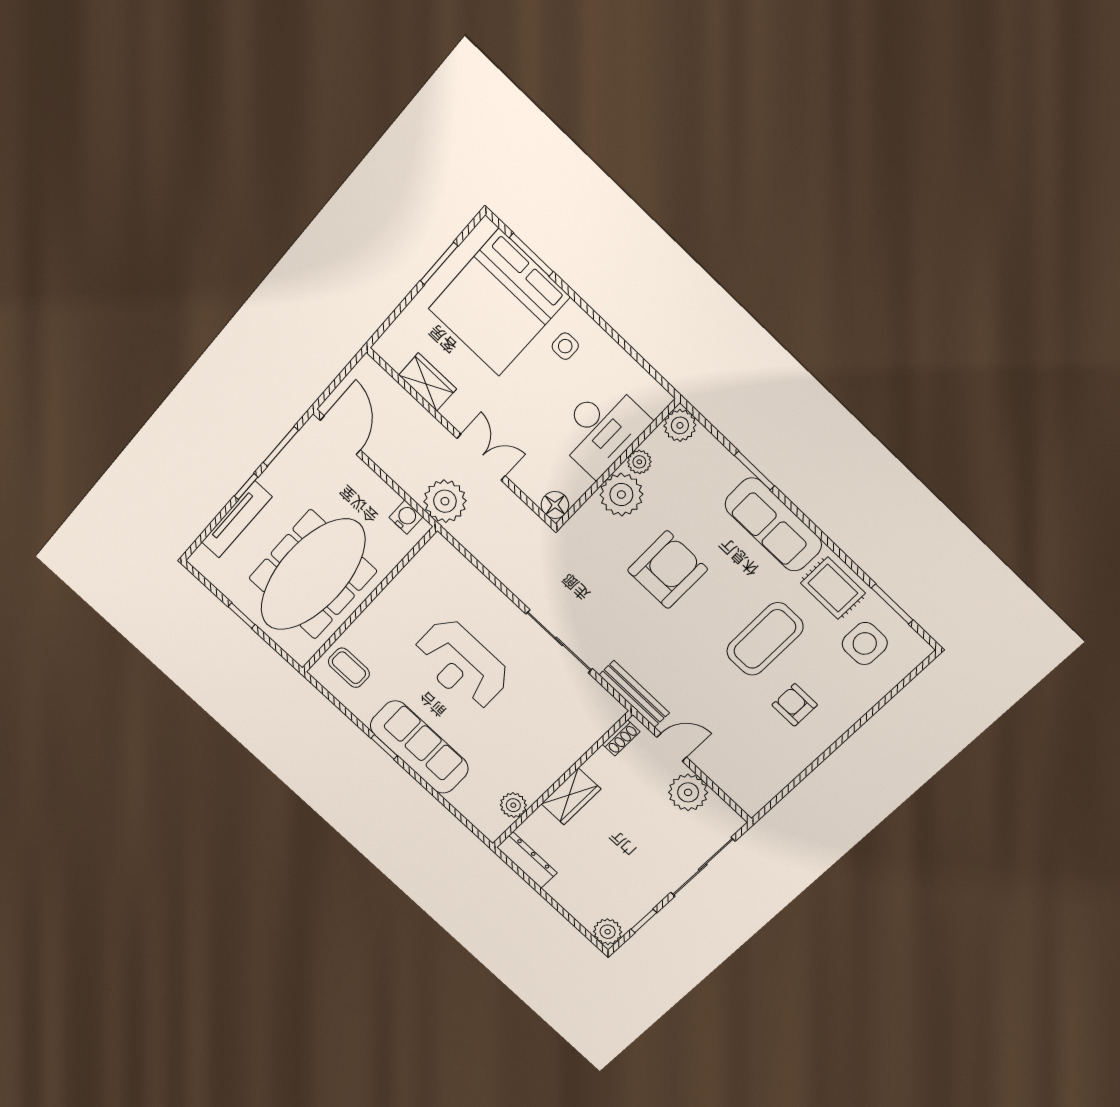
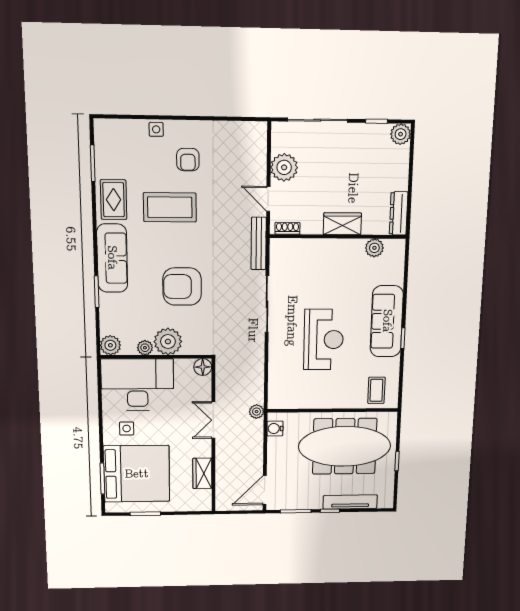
desk: (602, 429) -> (137, 385), width x1.36, depth x1.30
plant: (445, 501) -> (257, 412), width x0.53, depth x0.53
side table: (865, 644) -> (156, 129), moved, width x0.54, depth x0.54

